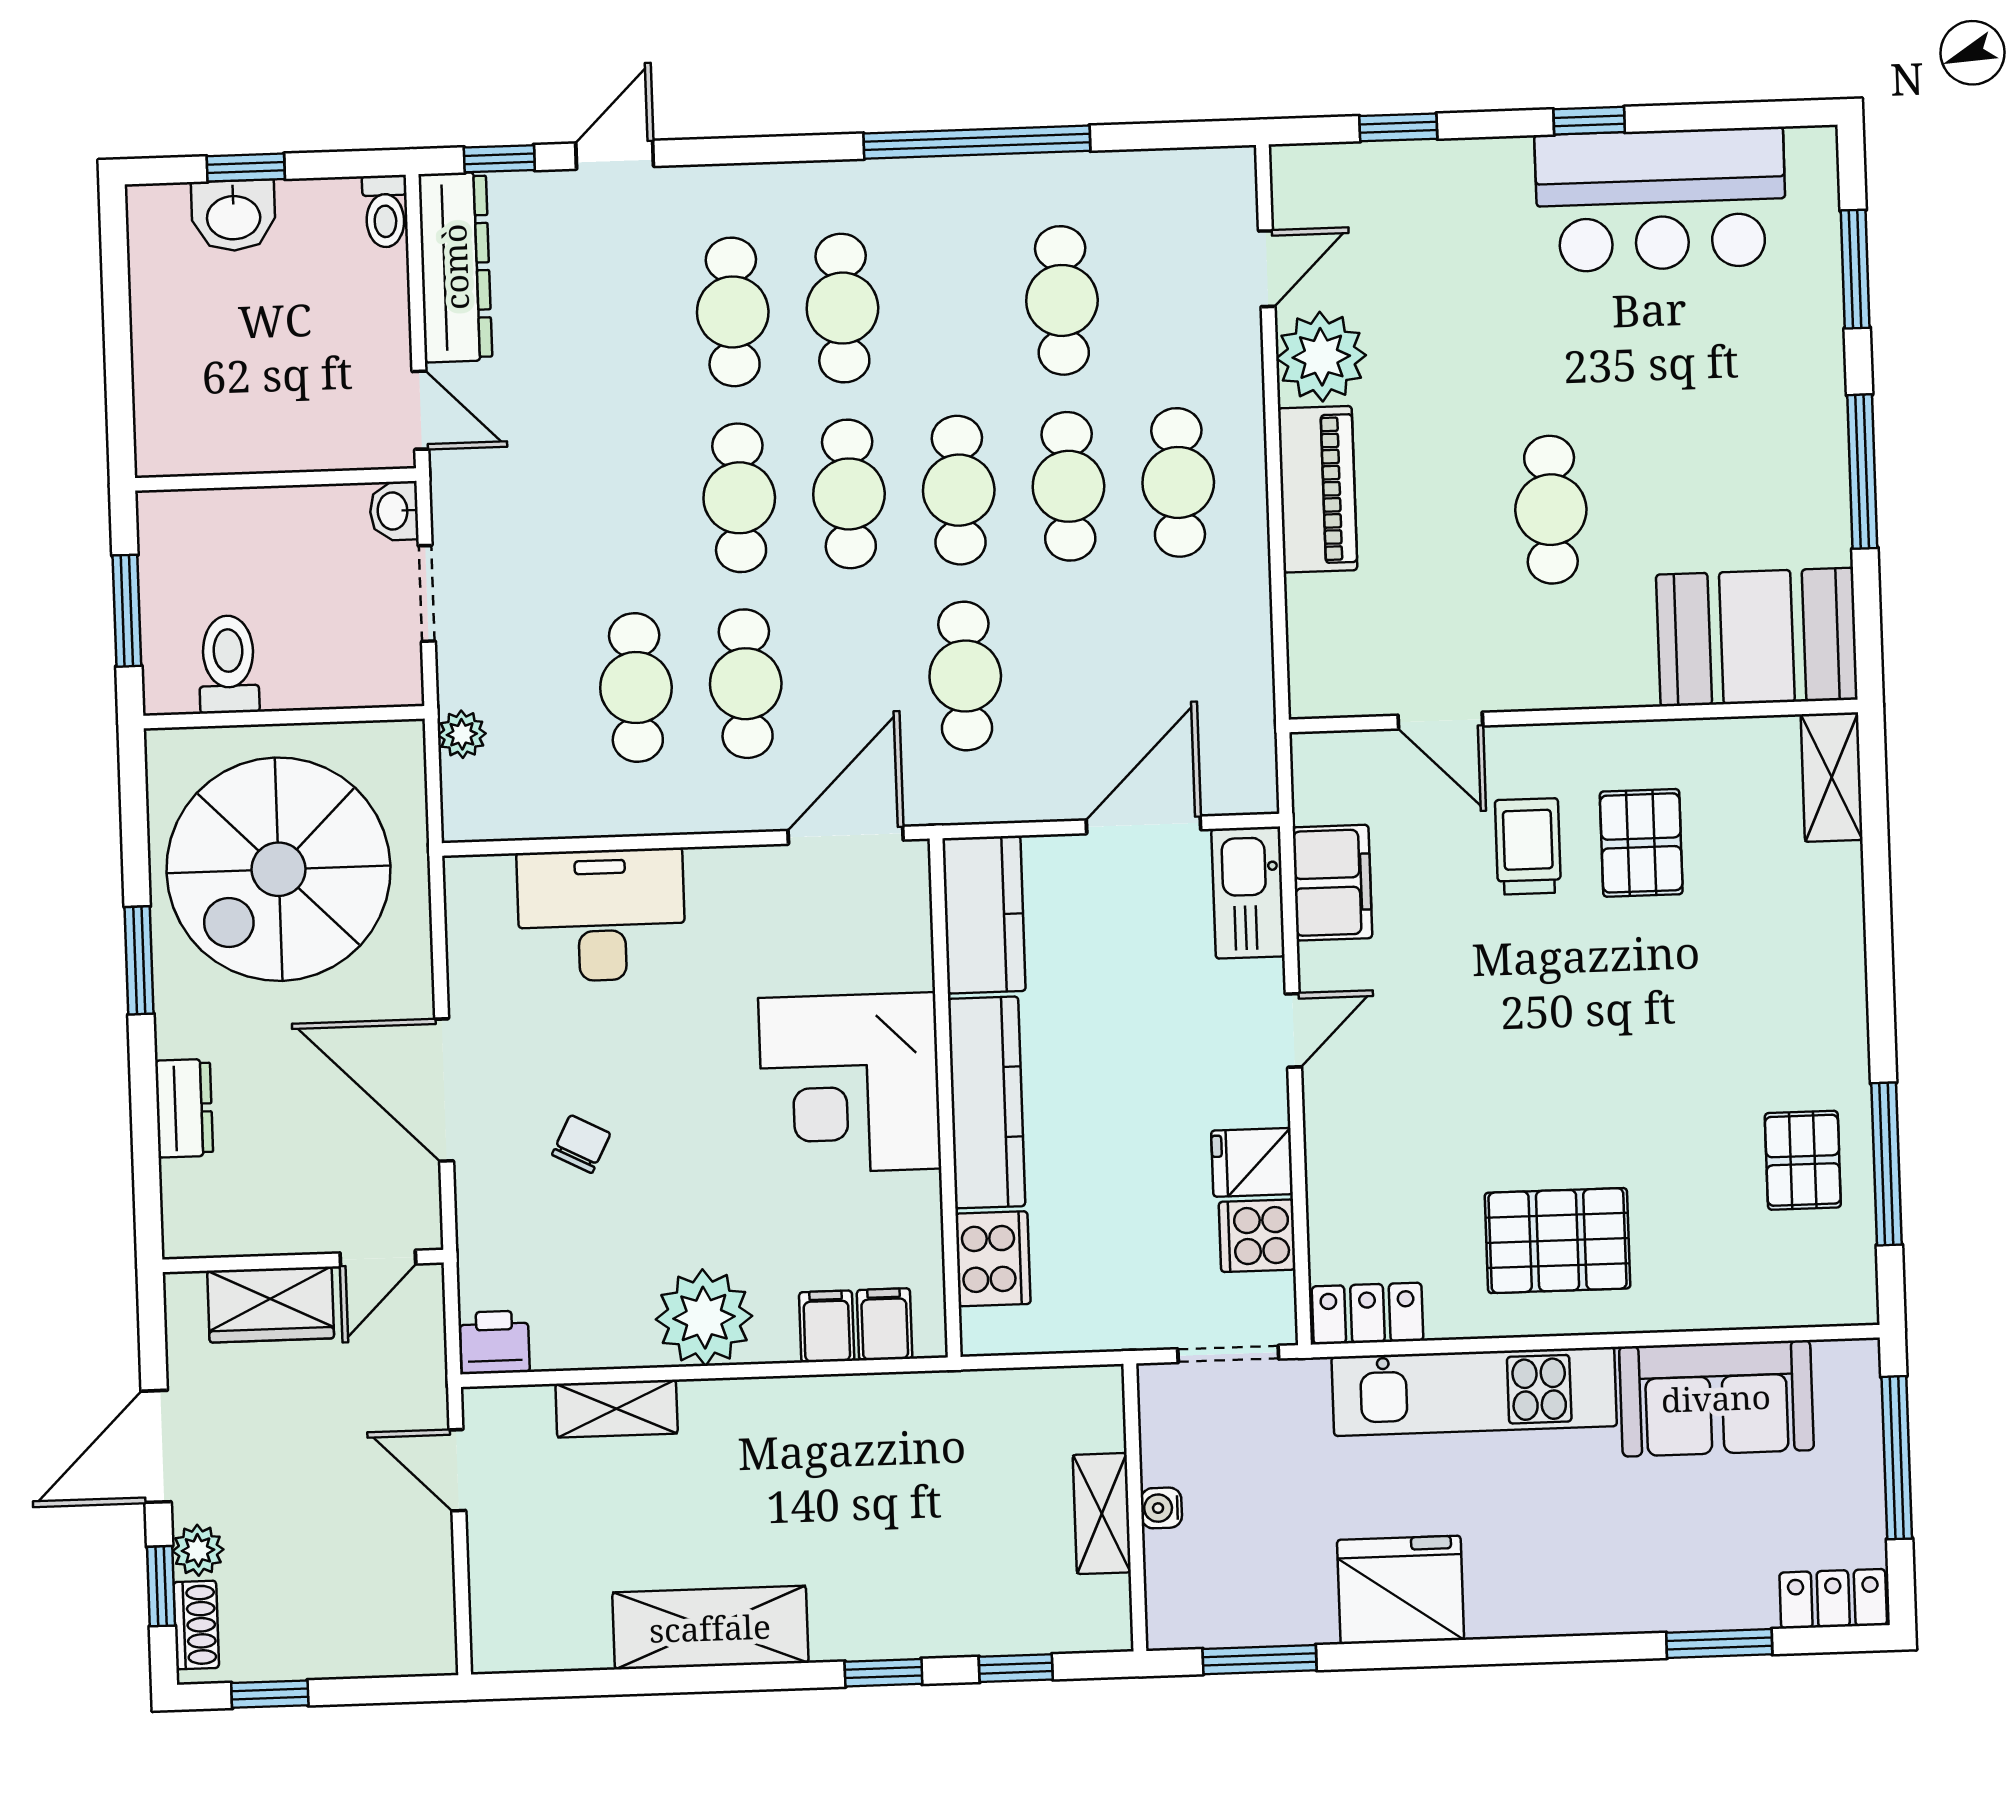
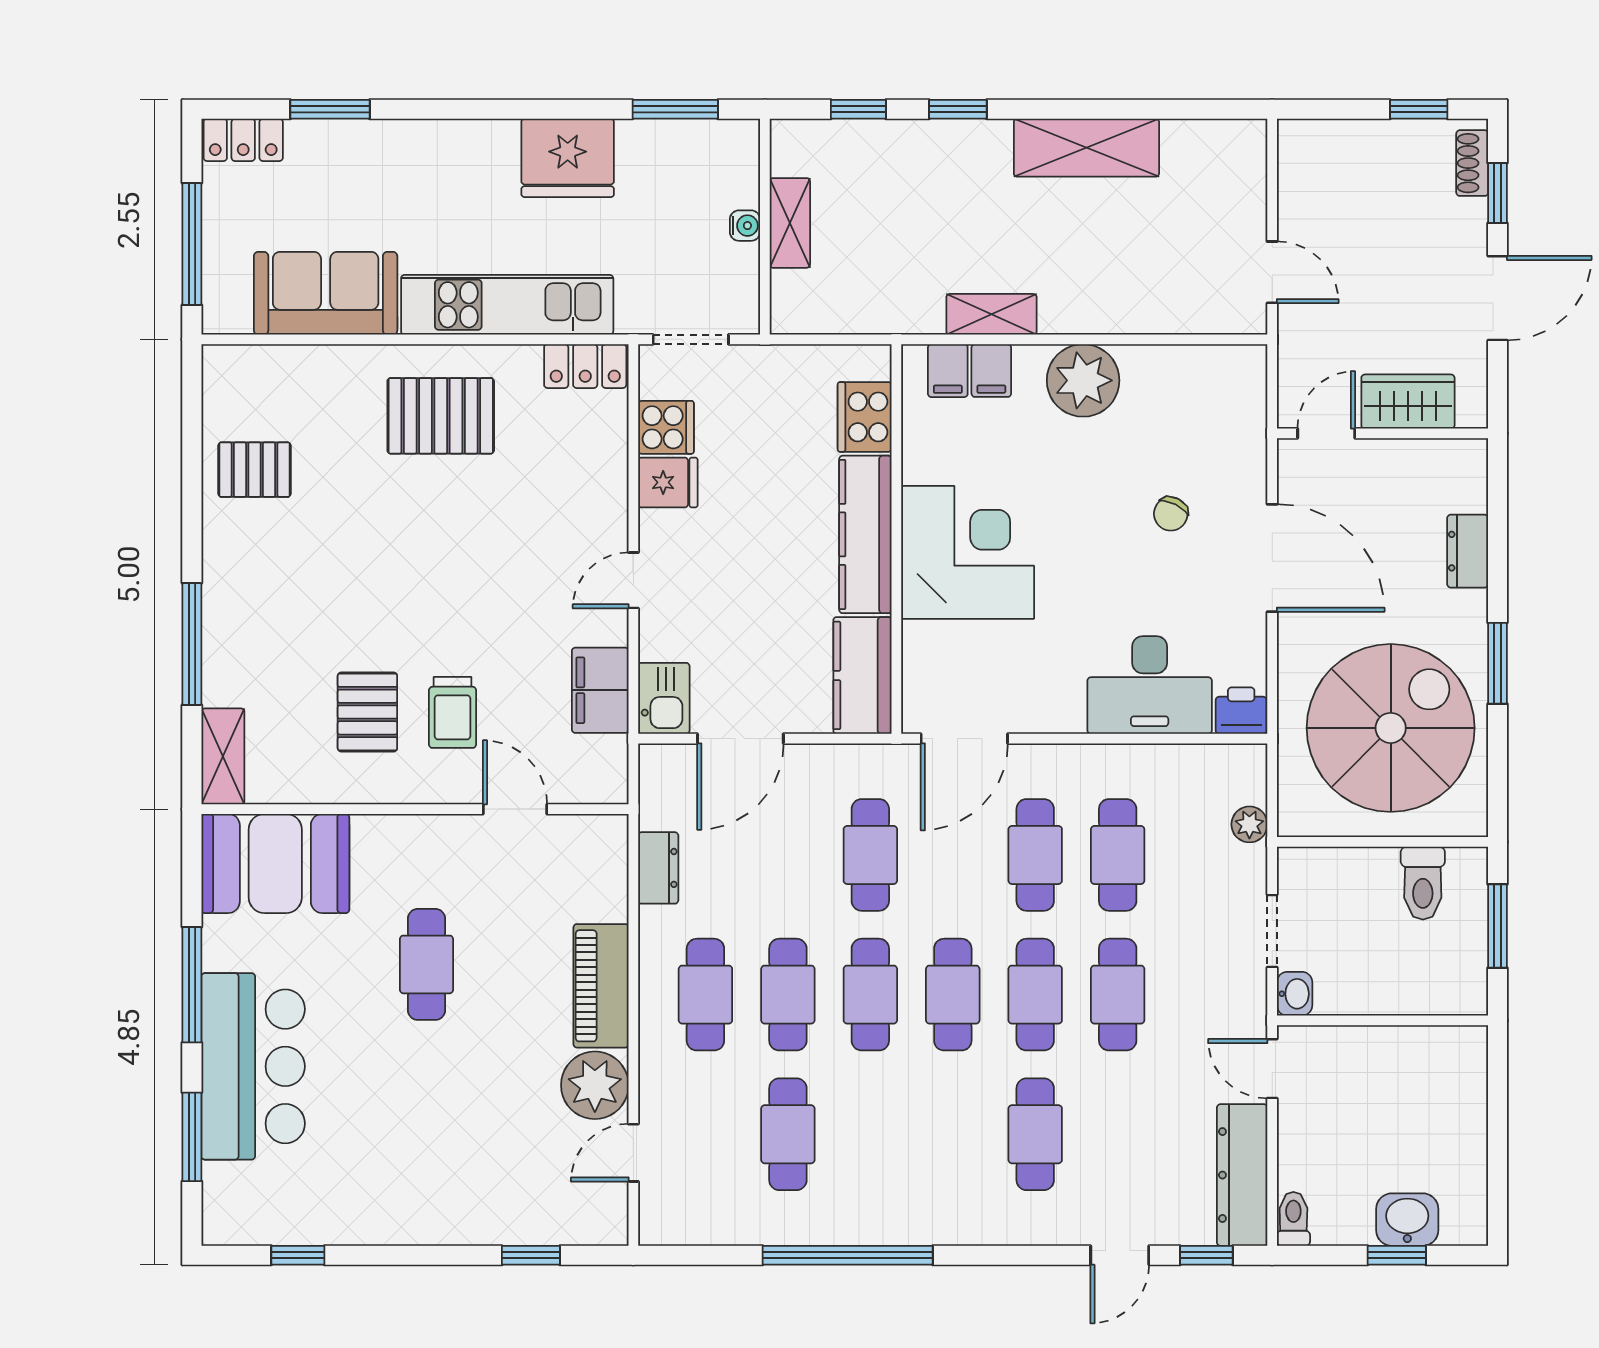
window: (1589, 121) -> (298, 1255), moved
bar counter: (1661, 200) -> (253, 1066), moved, turned 90
cafe table: (842, 308) -> (1118, 995), moved
dresser: (1247, 649) -> (658, 868), added
kitchen sink: (1248, 893) -> (664, 698), width x0.73
pallet: (1803, 1160) -> (255, 470), turned 90
window: (1886, 1164) -> (192, 644), moved
printer: (495, 1342) -> (1241, 711), moved, turned 180
shelving: (617, 1409) -> (991, 314), moved
plant: (198, 1550) -> (1469, 219), removed

